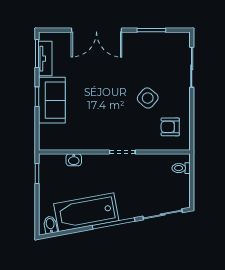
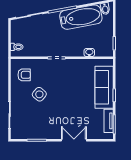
double door: (96, 30) -> (74, 140), width x0.73
sofa: (52, 100) -> (104, 87), width x1.36

